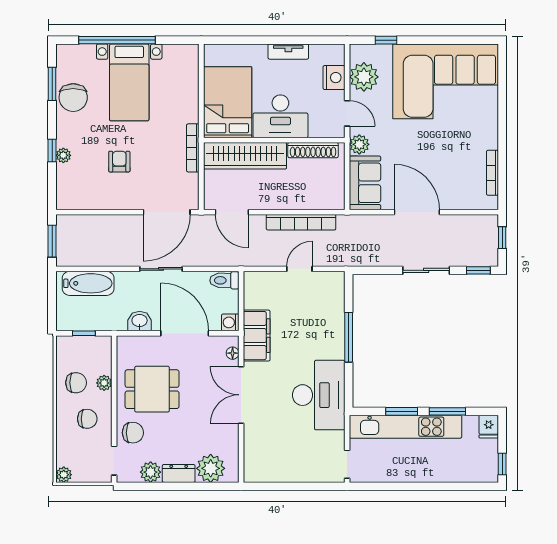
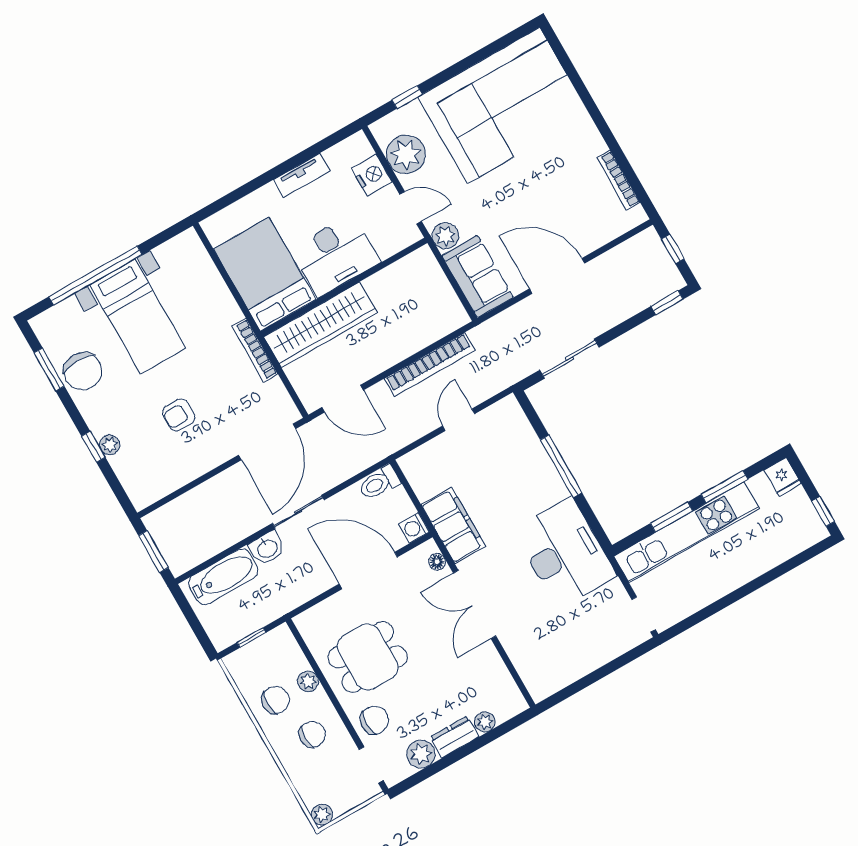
shoe rack: (313, 150) -> (396, 273), removed
armchair: (119, 162) -> (179, 415), turned -90
sliding door: (426, 270) -> (570, 359), moved
washbasin: (140, 321) -> (267, 548), moved, turned 180
plant: (211, 468) -> (485, 722), width x0.53, depth x0.53

